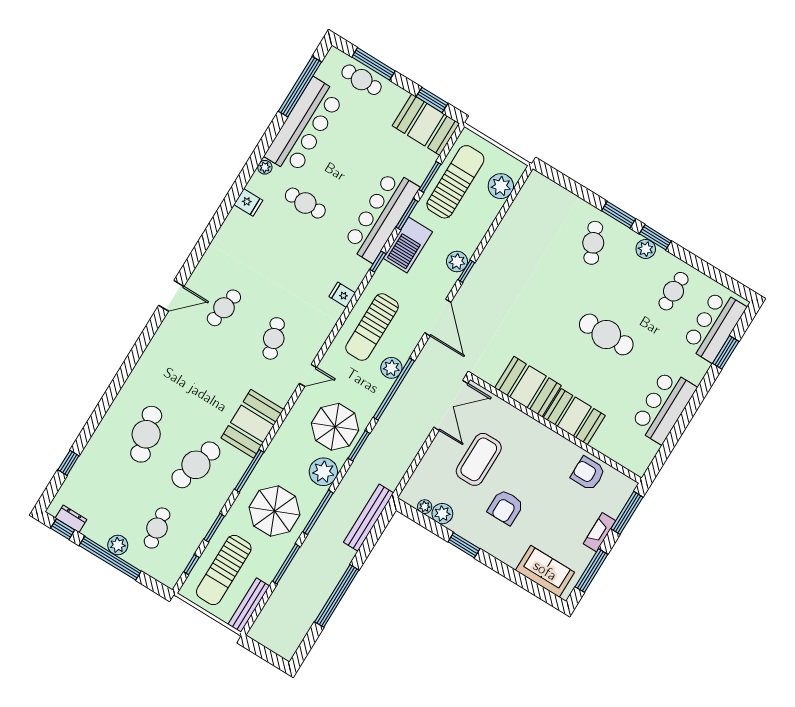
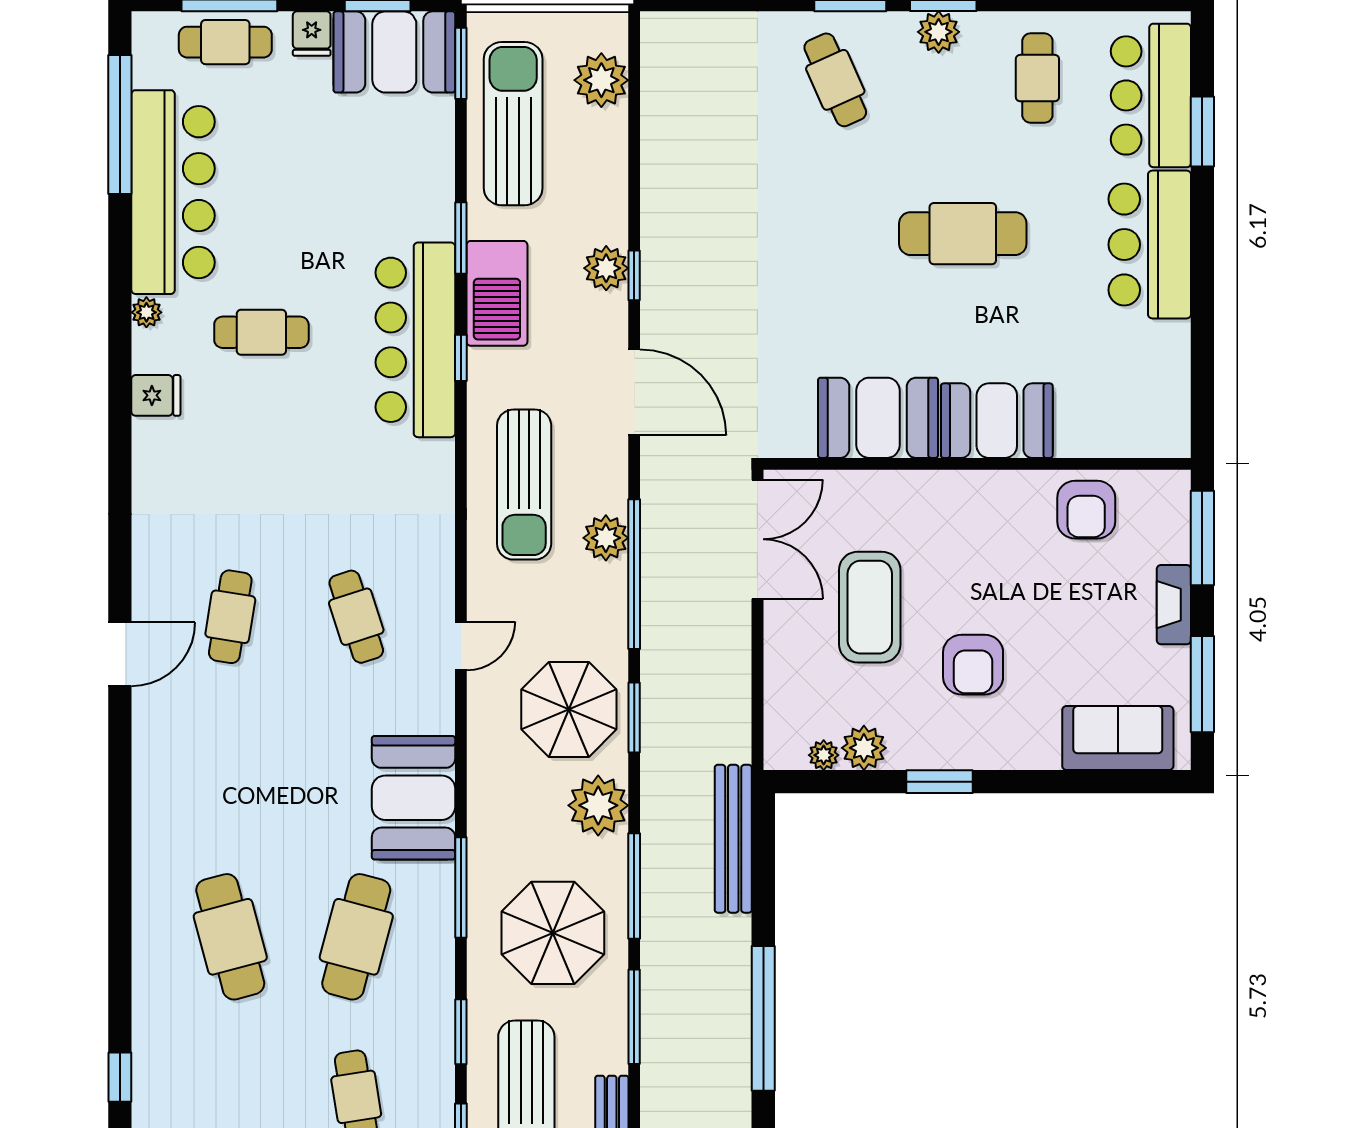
window: (430, 177) -> (461, 63), moved
bar counter: (381, 216) -> (415, 340), moved
fridge: (342, 295) -> (312, 34), moved, turned -90
bar counter: (664, 407) -> (1150, 245), moved
armchair: (588, 473) -> (1086, 510), turned -90

